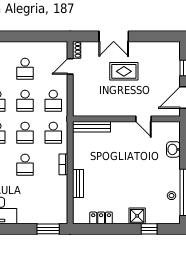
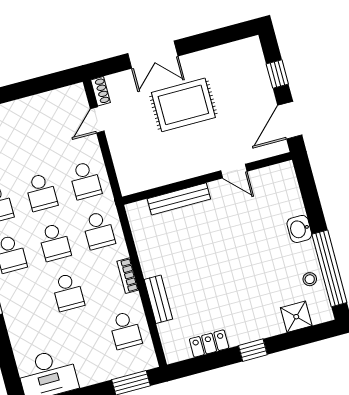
school desk: (25, 69) -> (125, 330), moved
rug: (124, 71) -> (183, 105), width x1.36, depth x1.43
bench: (91, 127) -> (179, 199), moved
washbasin: (173, 149) -> (299, 229), moved
shower: (137, 216) -> (296, 317), moved
window: (149, 229) -> (253, 350), moved

